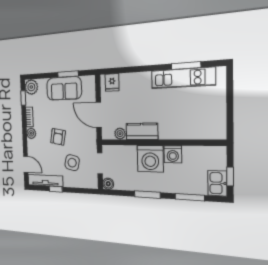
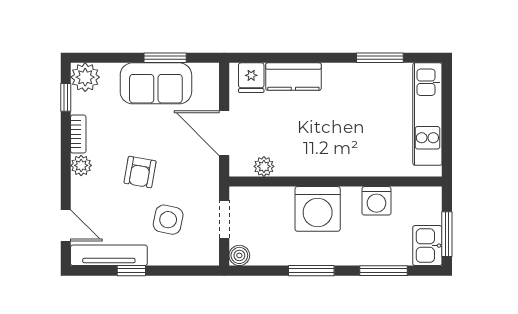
kitchen unit: (183, 78) -> (427, 114), moved, turned 90
kitchen counter: (142, 131) -> (293, 77), moved, turned 180
washing machine: (173, 154) -> (376, 201), moved
window: (230, 177) -> (447, 234), width x1.50

